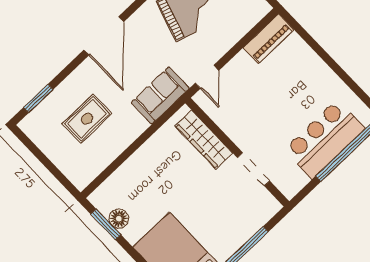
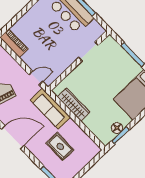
sofa: (160, 95) -> (50, 109), width x1.36
wardrobe: (204, 140) -> (74, 105), moved, turned -90

